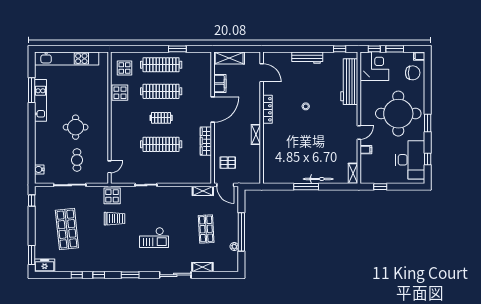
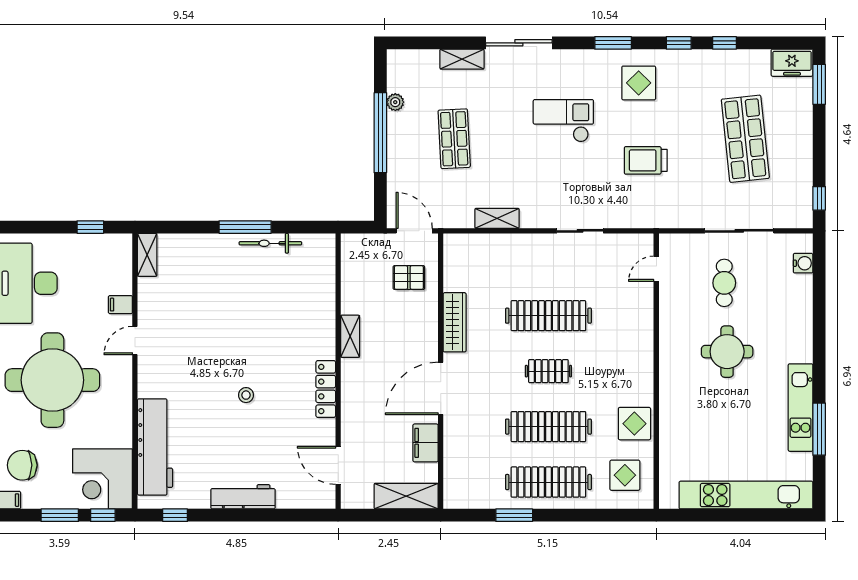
bicycle: (318, 179) -> (270, 243), moved
shelving: (203, 191) -> (497, 218), moved
display table: (112, 196) -> (639, 83), moved

